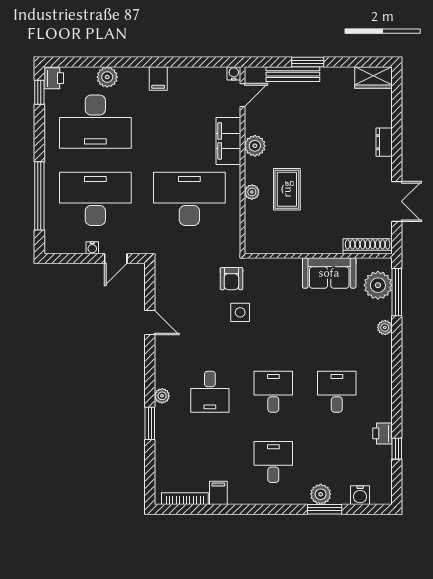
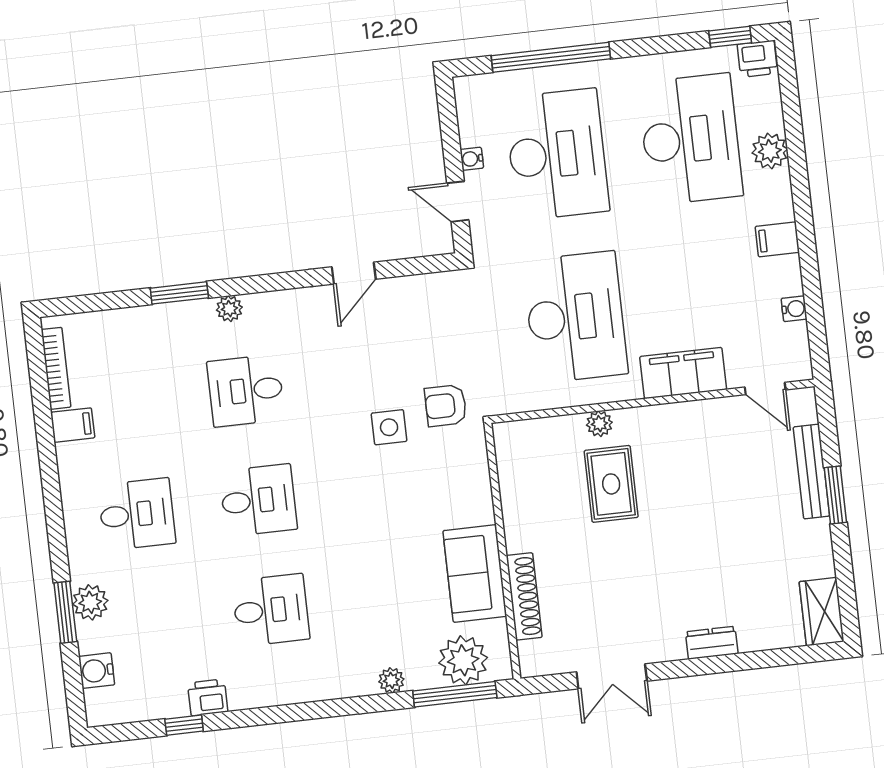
water cooler: (234, 73) -> (794, 309), moved
desk: (95, 122) -> (690, 139), turned 180
plant: (255, 146) -> (680, 420), removed
rug: (287, 189) -> (611, 484), turned 90
shoe rack: (368, 246) -> (524, 596), moved

